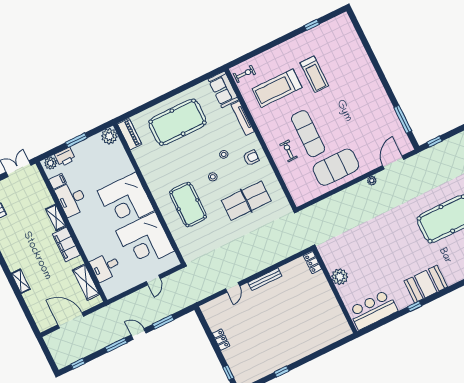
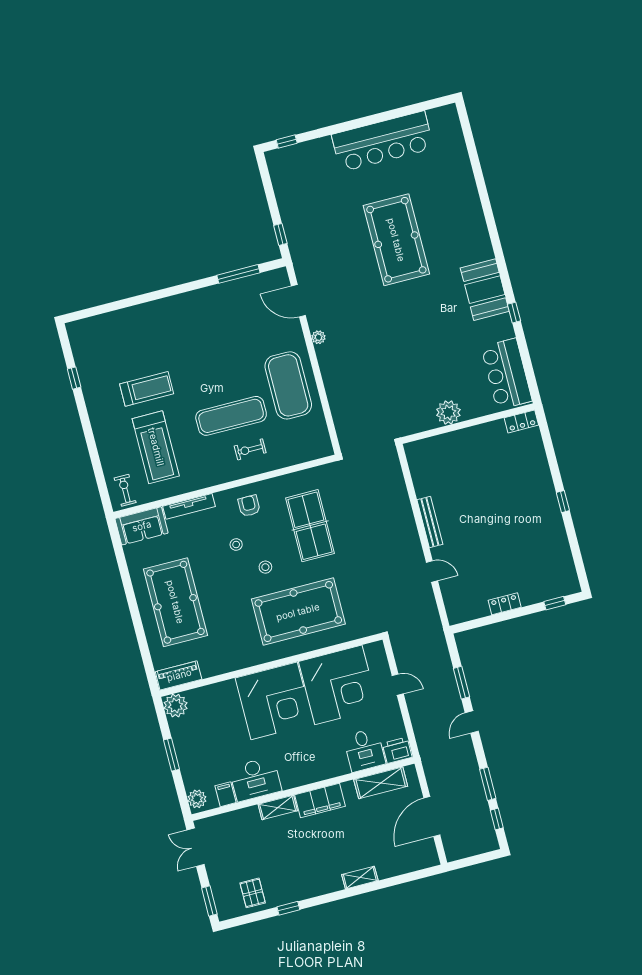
printer: (65, 157) -> (397, 750), moved, turned -90
pool table: (188, 205) -> (298, 612), width x1.36, depth x1.32
locker: (313, 263) -> (521, 421), moved
window: (116, 345) -> (488, 784), moved
window: (282, 372) -> (563, 502), moved

